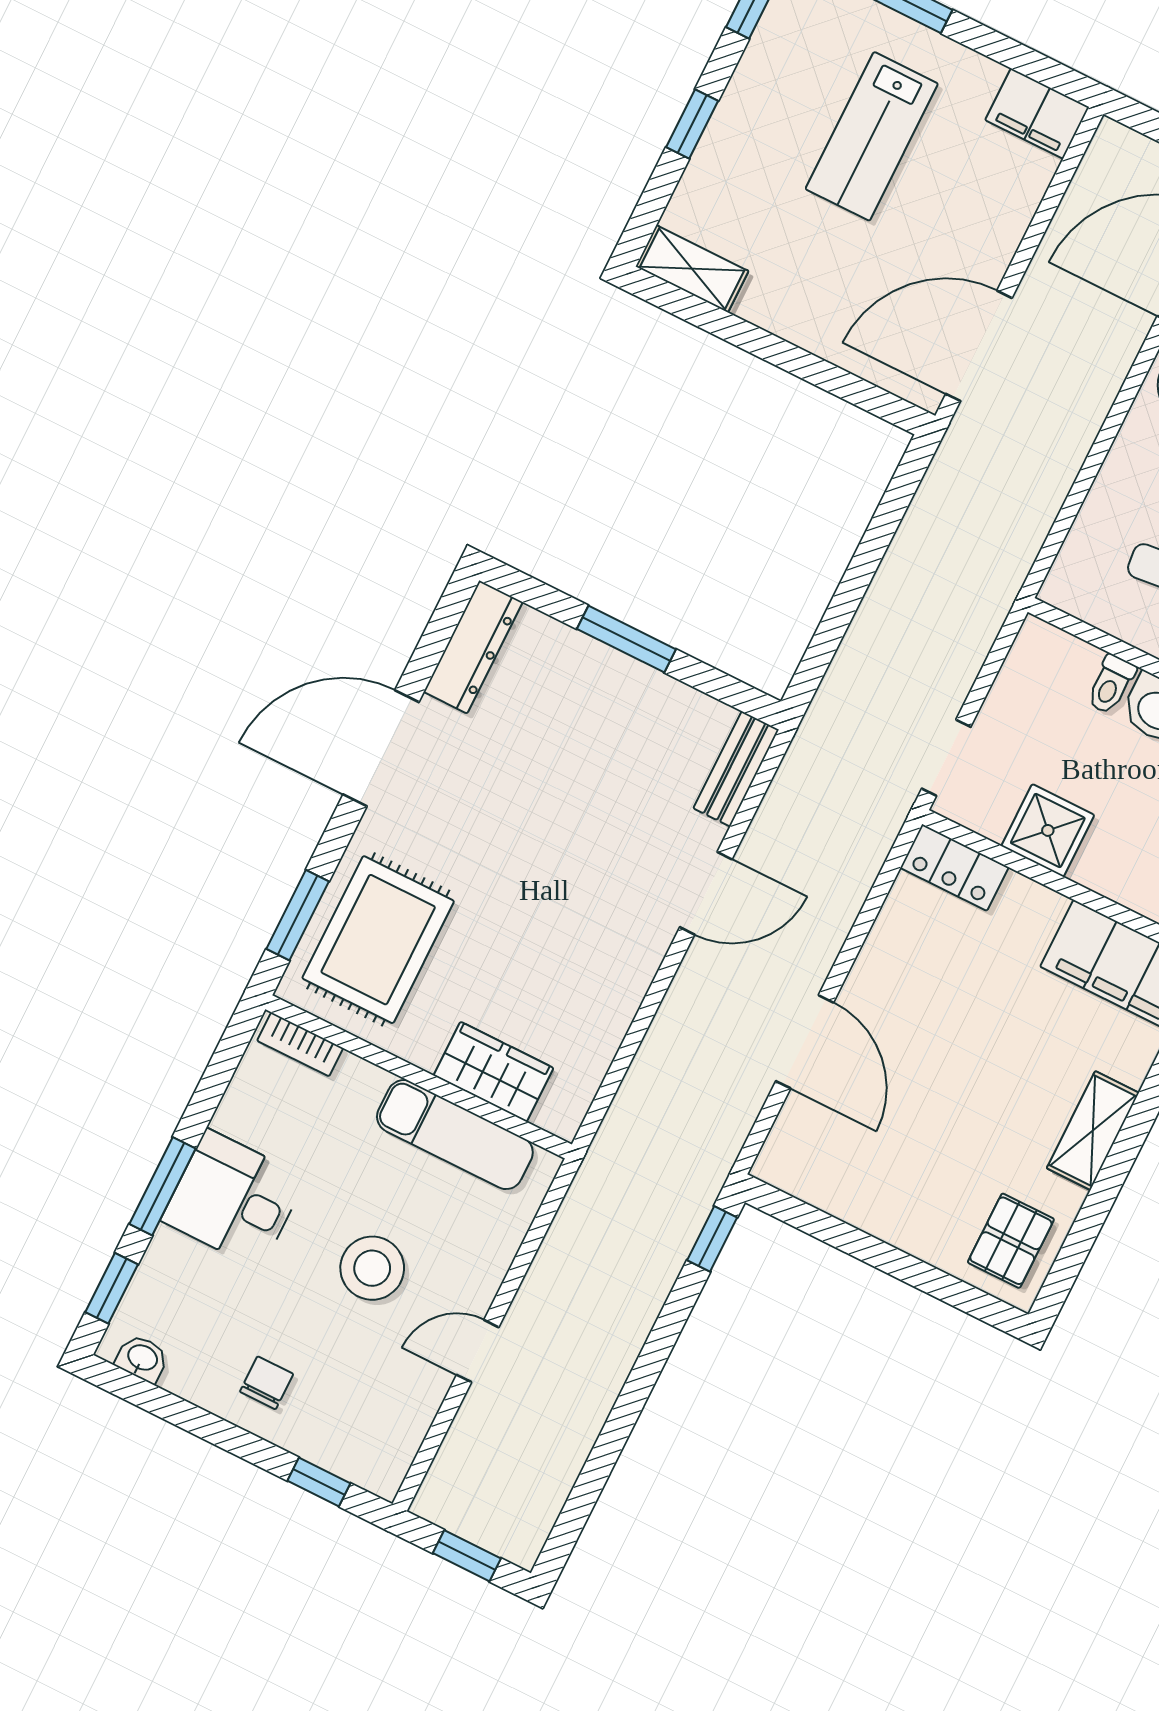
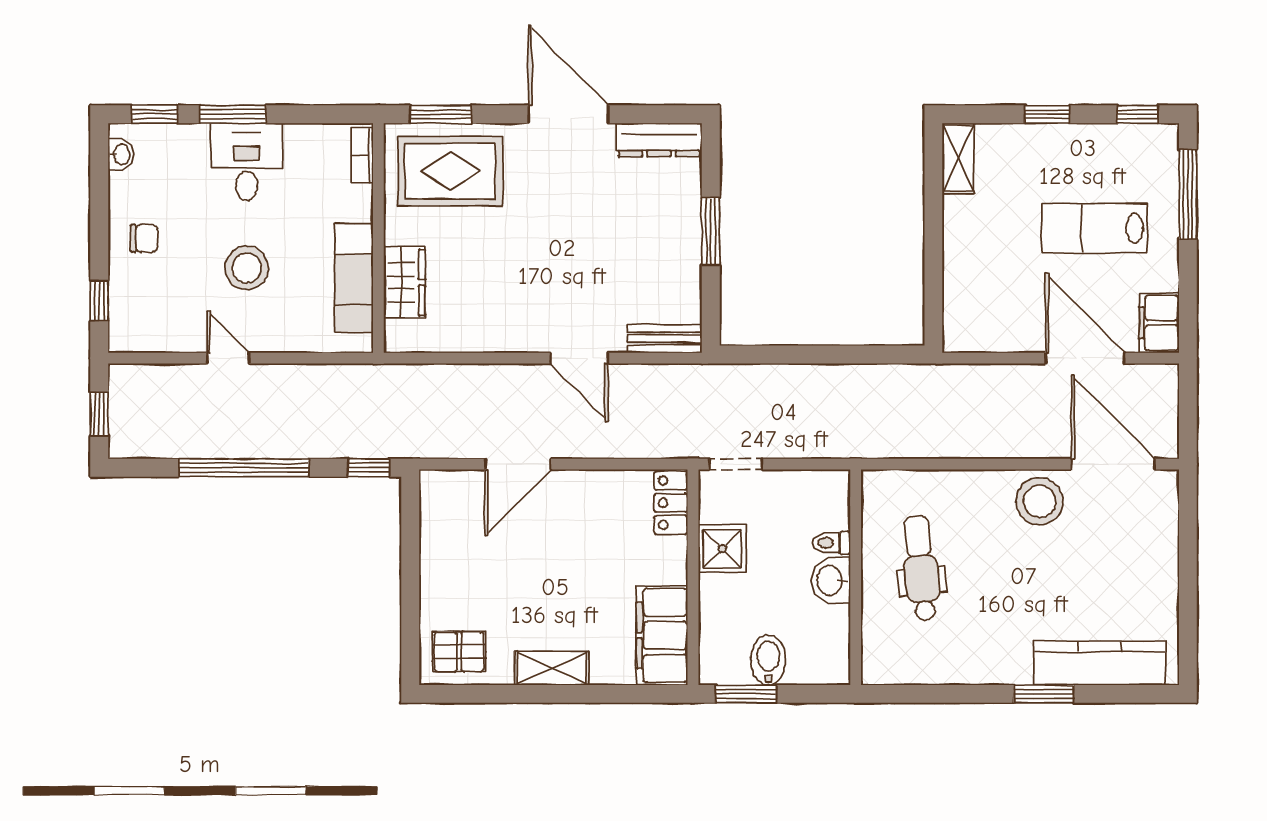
door: (979, 346) -> (1085, 358), moved
window: (631, 1402) -> (244, 468), added

